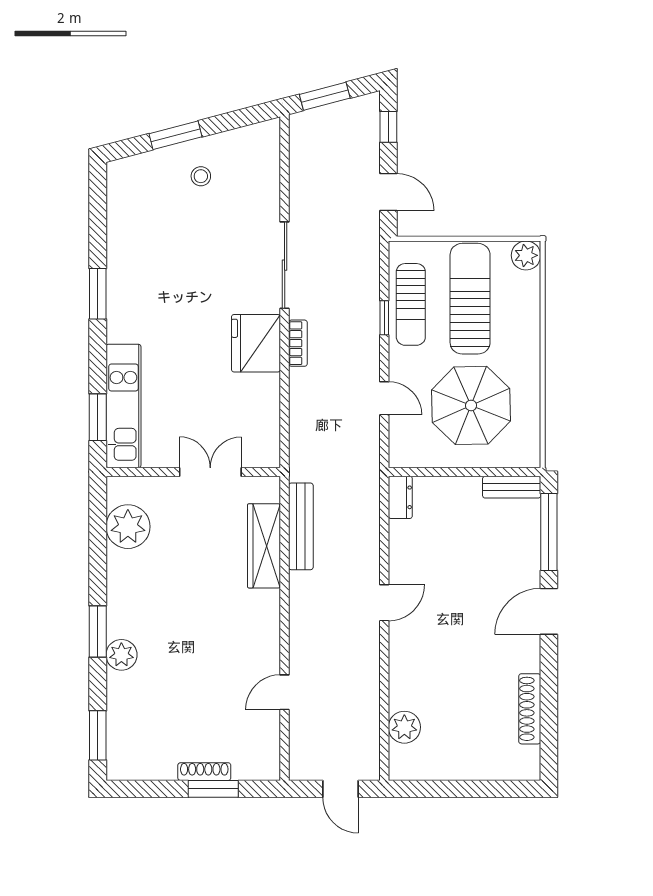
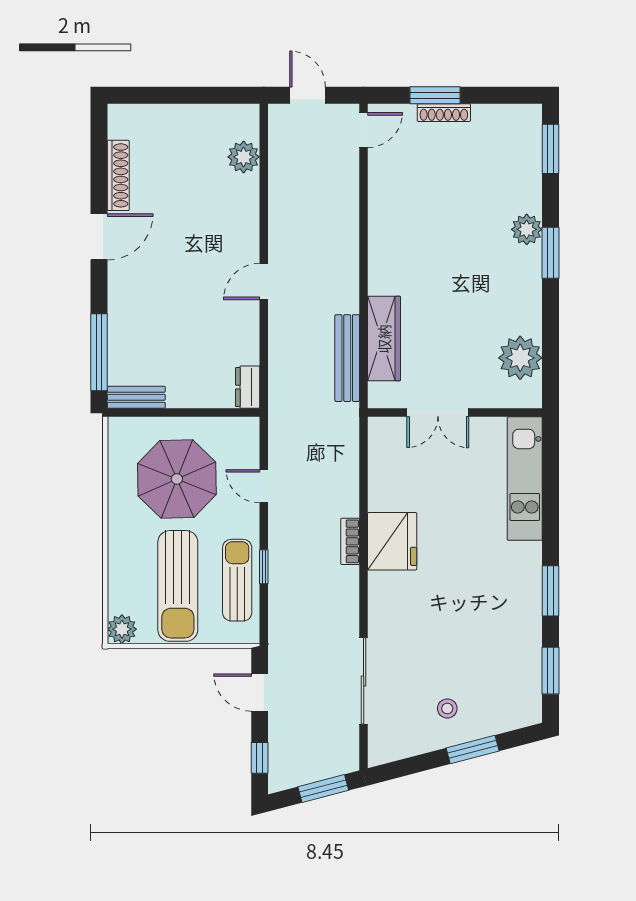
sliding door: (285, 265) -> (364, 681), moved
window: (98, 417) -> (551, 671), moved
door: (549, 611) -> (99, 237), moved
door: (285, 692) -> (364, 130), moved

